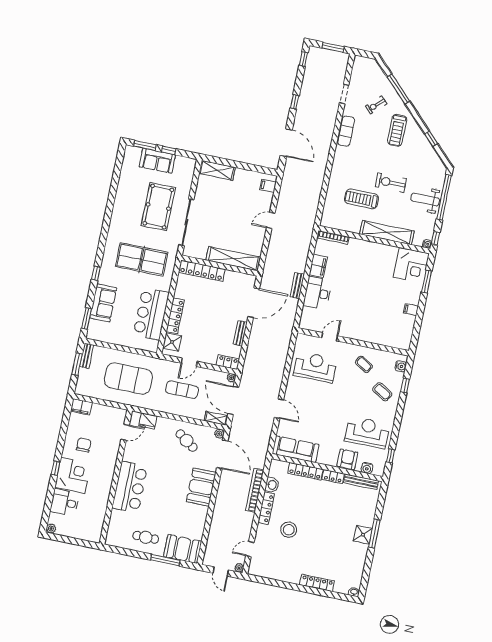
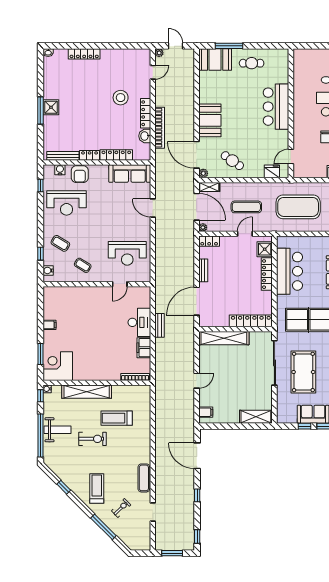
treadmill: (362, 199) -> (117, 418), turned 180

